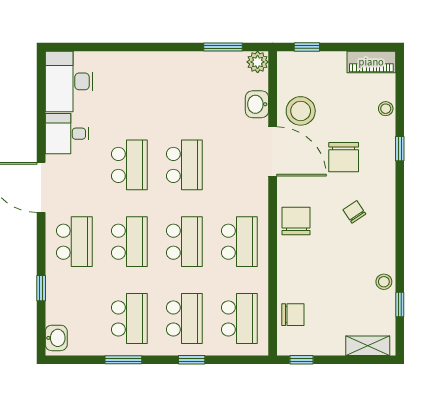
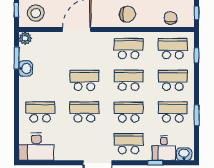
school desk: (129, 88) -> (40, 112), added
washbasin: (257, 104) -> (25, 69), moved, turned -90
stool: (301, 111) -> (36, 13), moved
desk: (67, 134) -> (164, 148), moved
chair: (296, 221) -> (127, 14), moved, turned 180
window: (192, 360) -> (197, 55), moved

